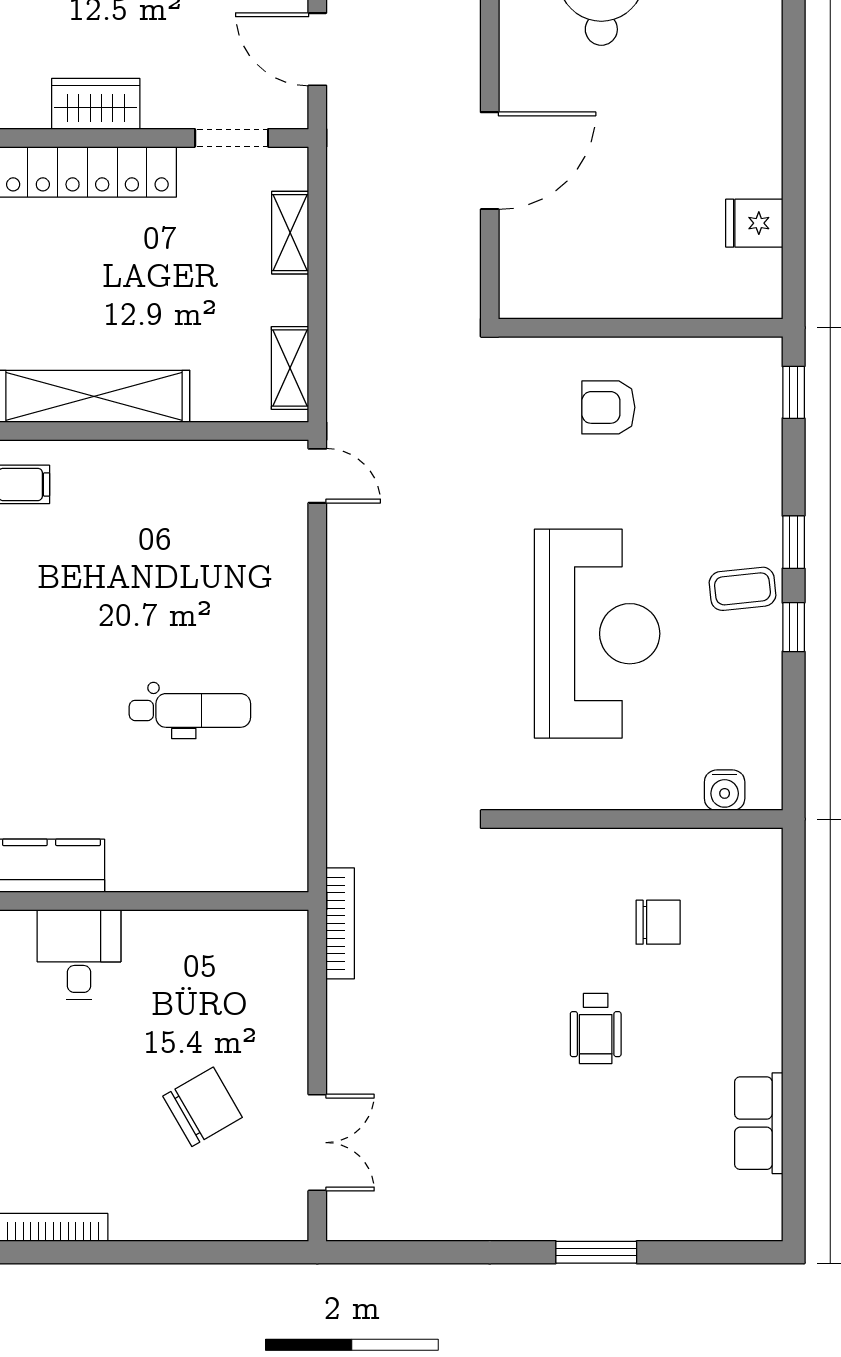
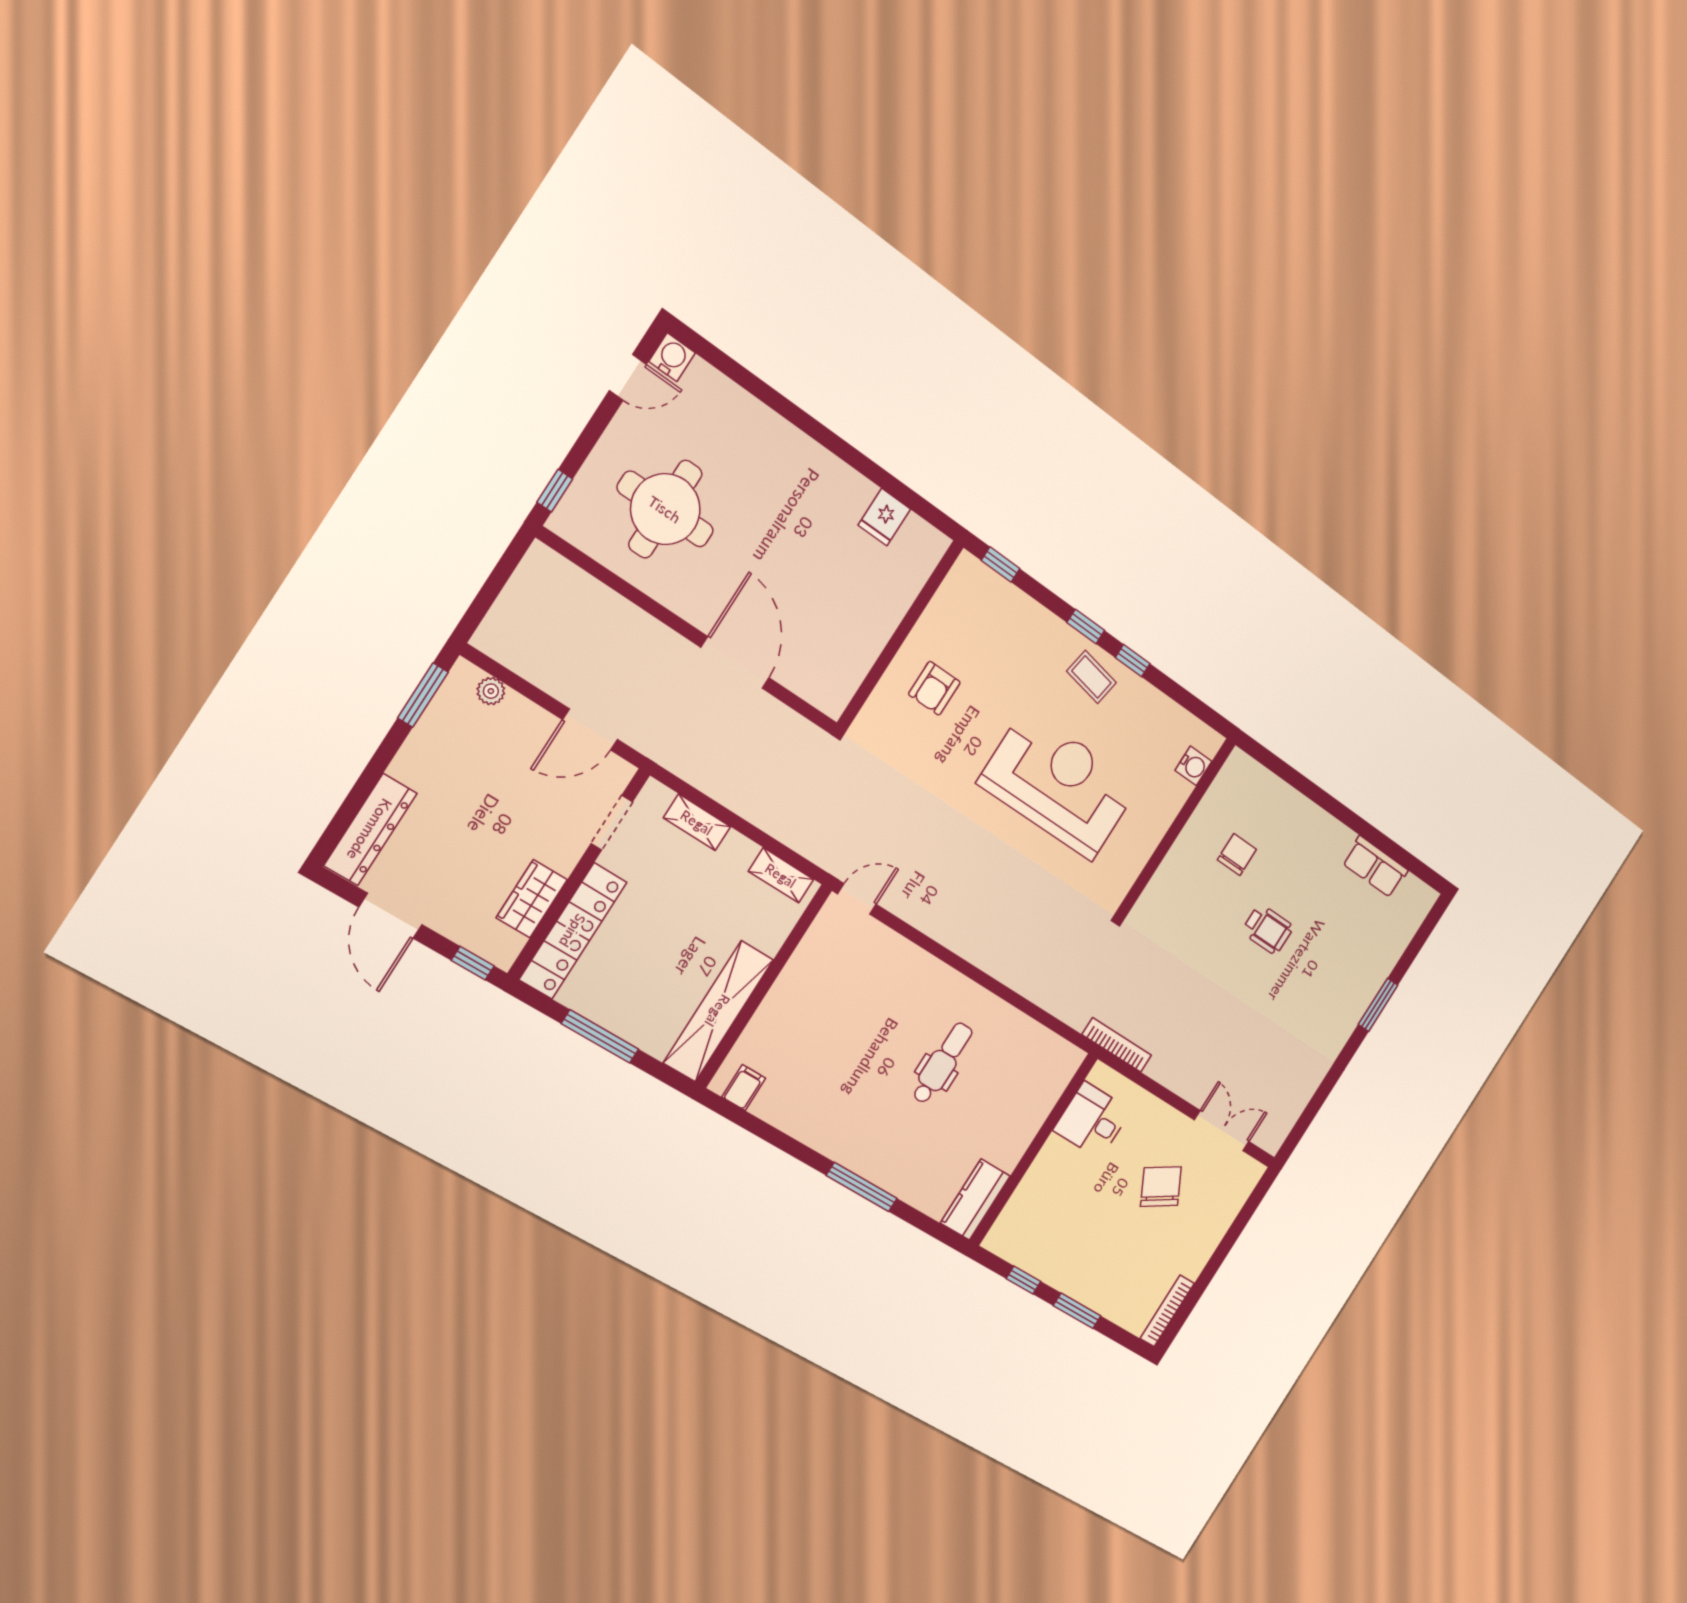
coffee table: (743, 589) -> (1091, 677), turned -74
desk: (79, 955) -> (1092, 1120), moved

